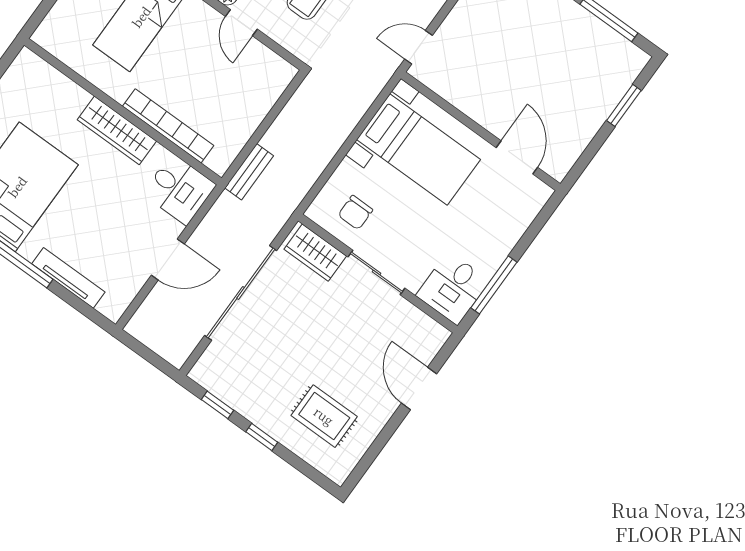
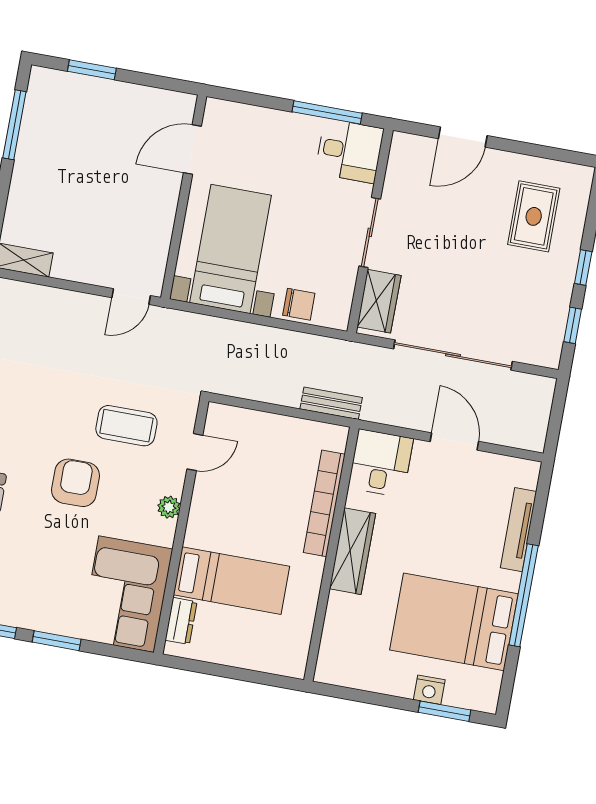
door: (241, 23) -> (195, 452), moved
door: (419, 47) -> (131, 297), hinge flipped
chair: (355, 213) -> (299, 304), moved

